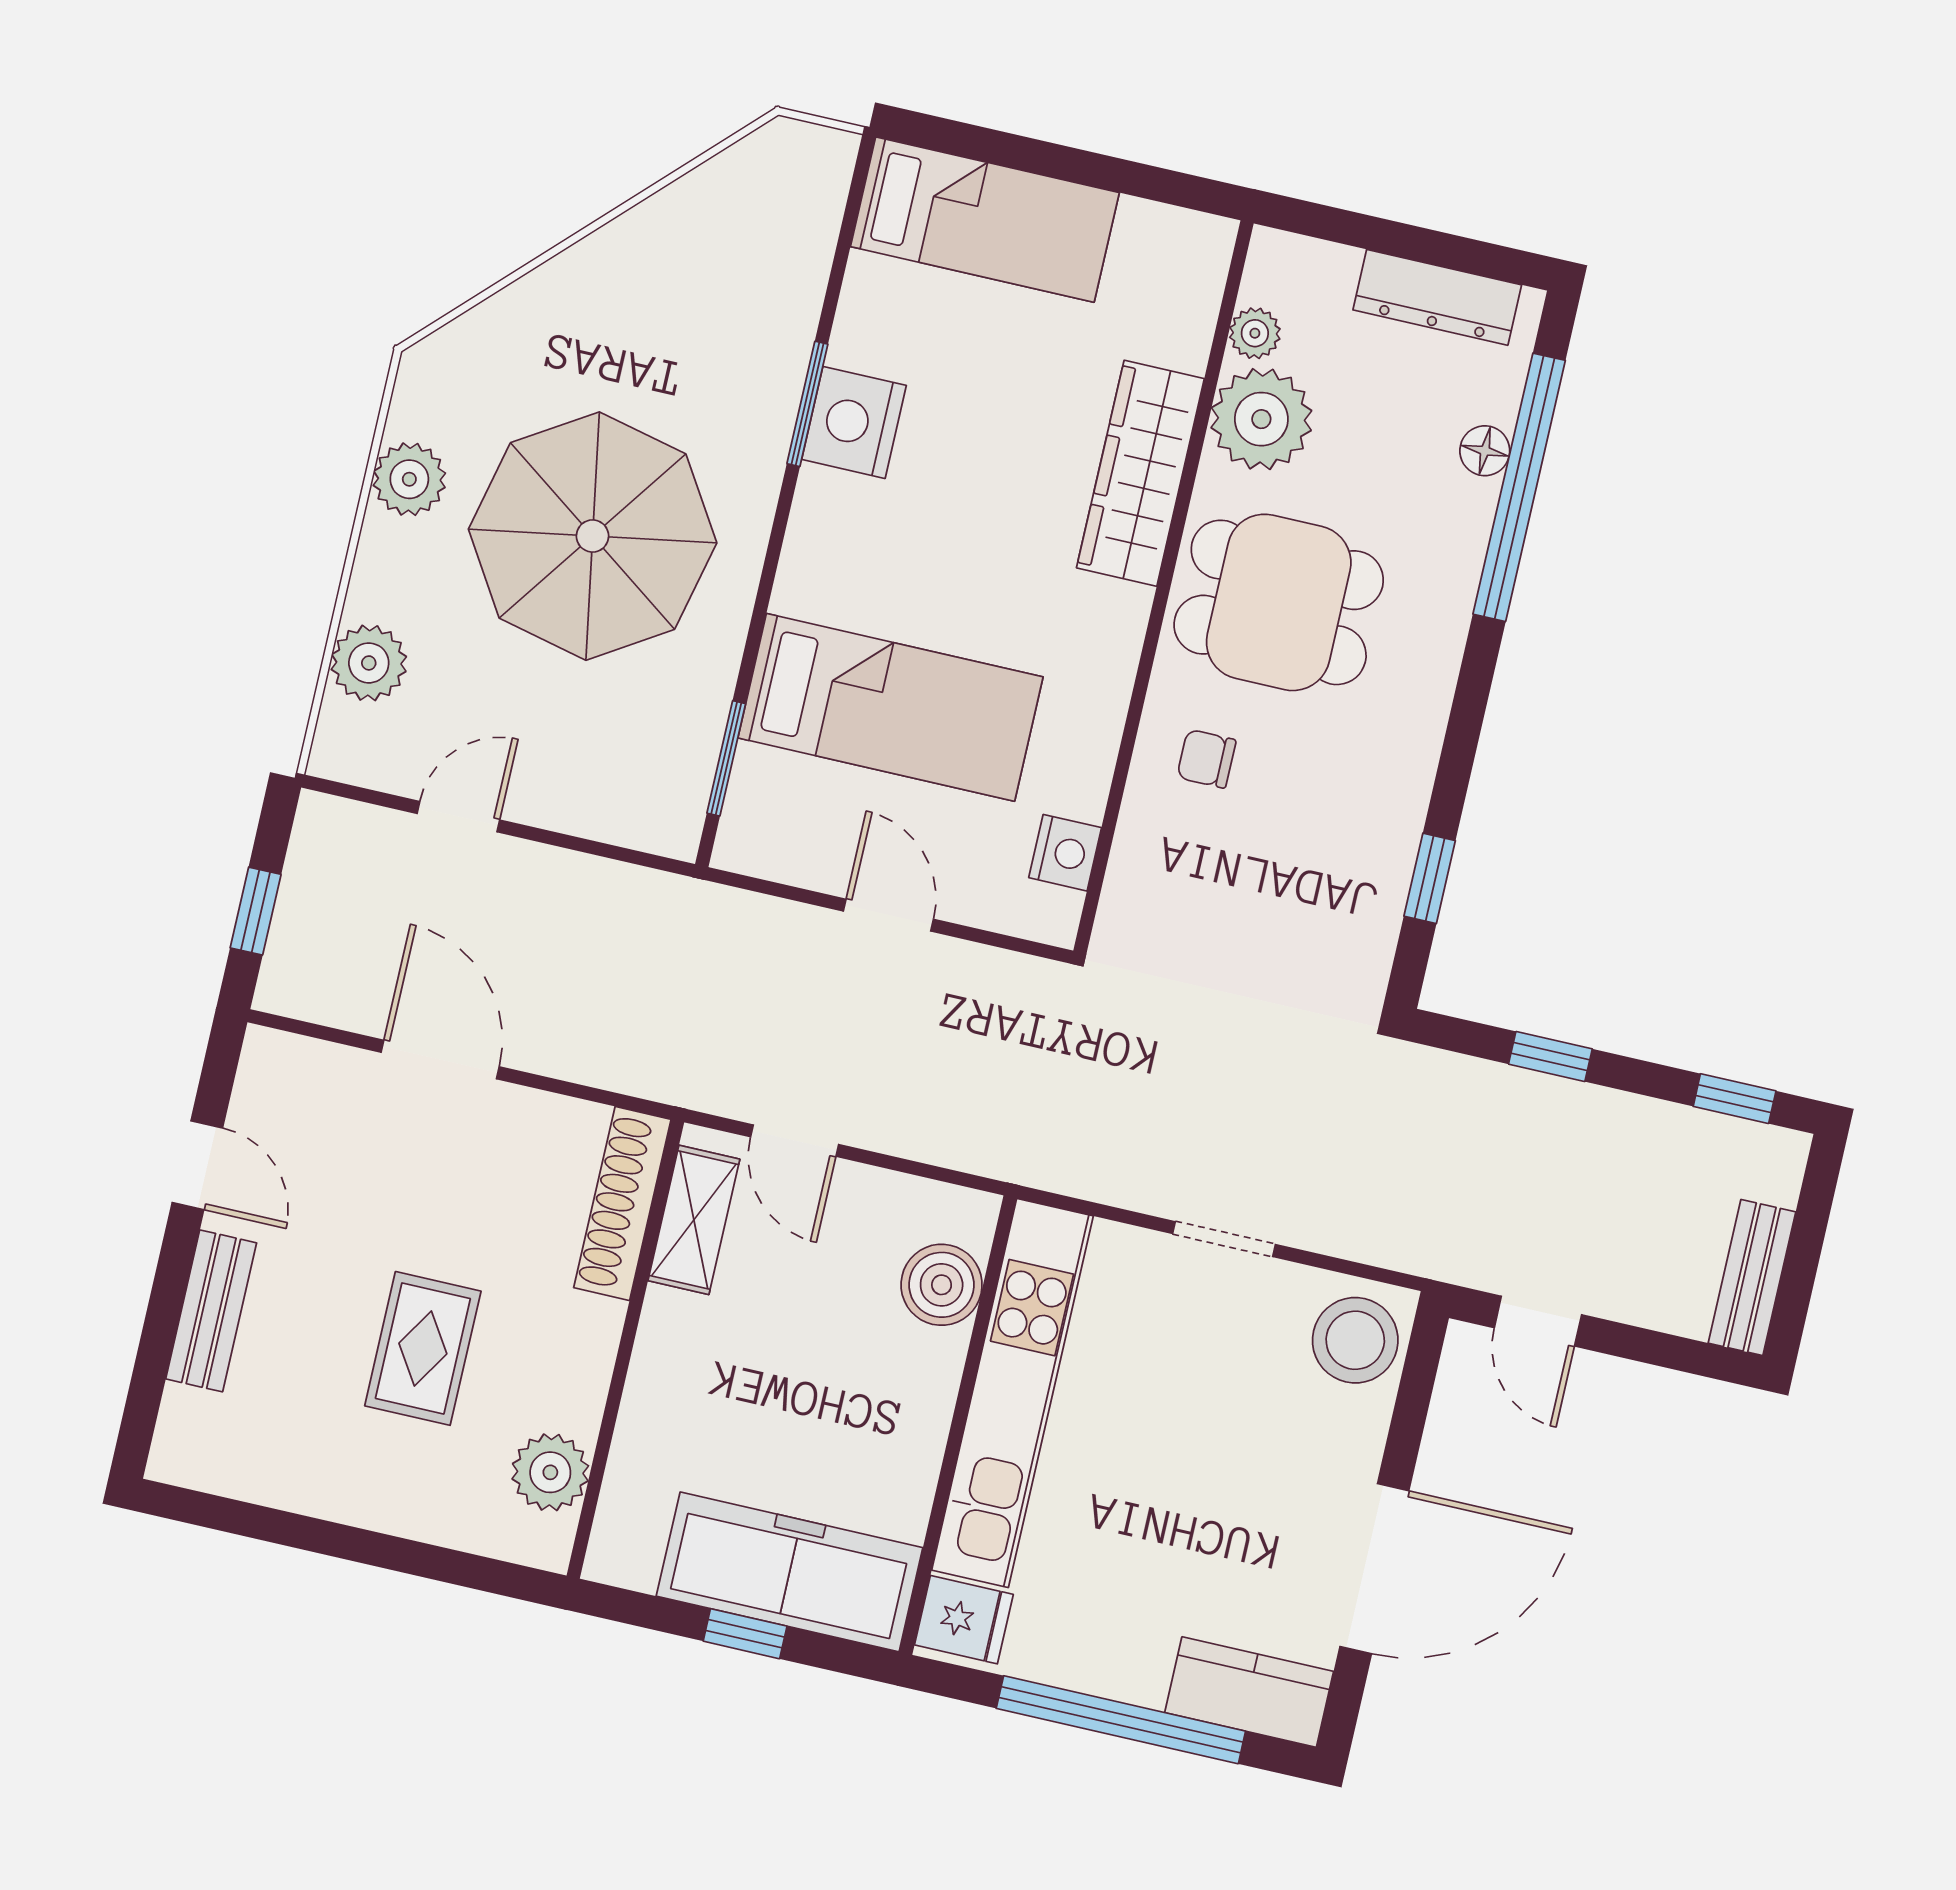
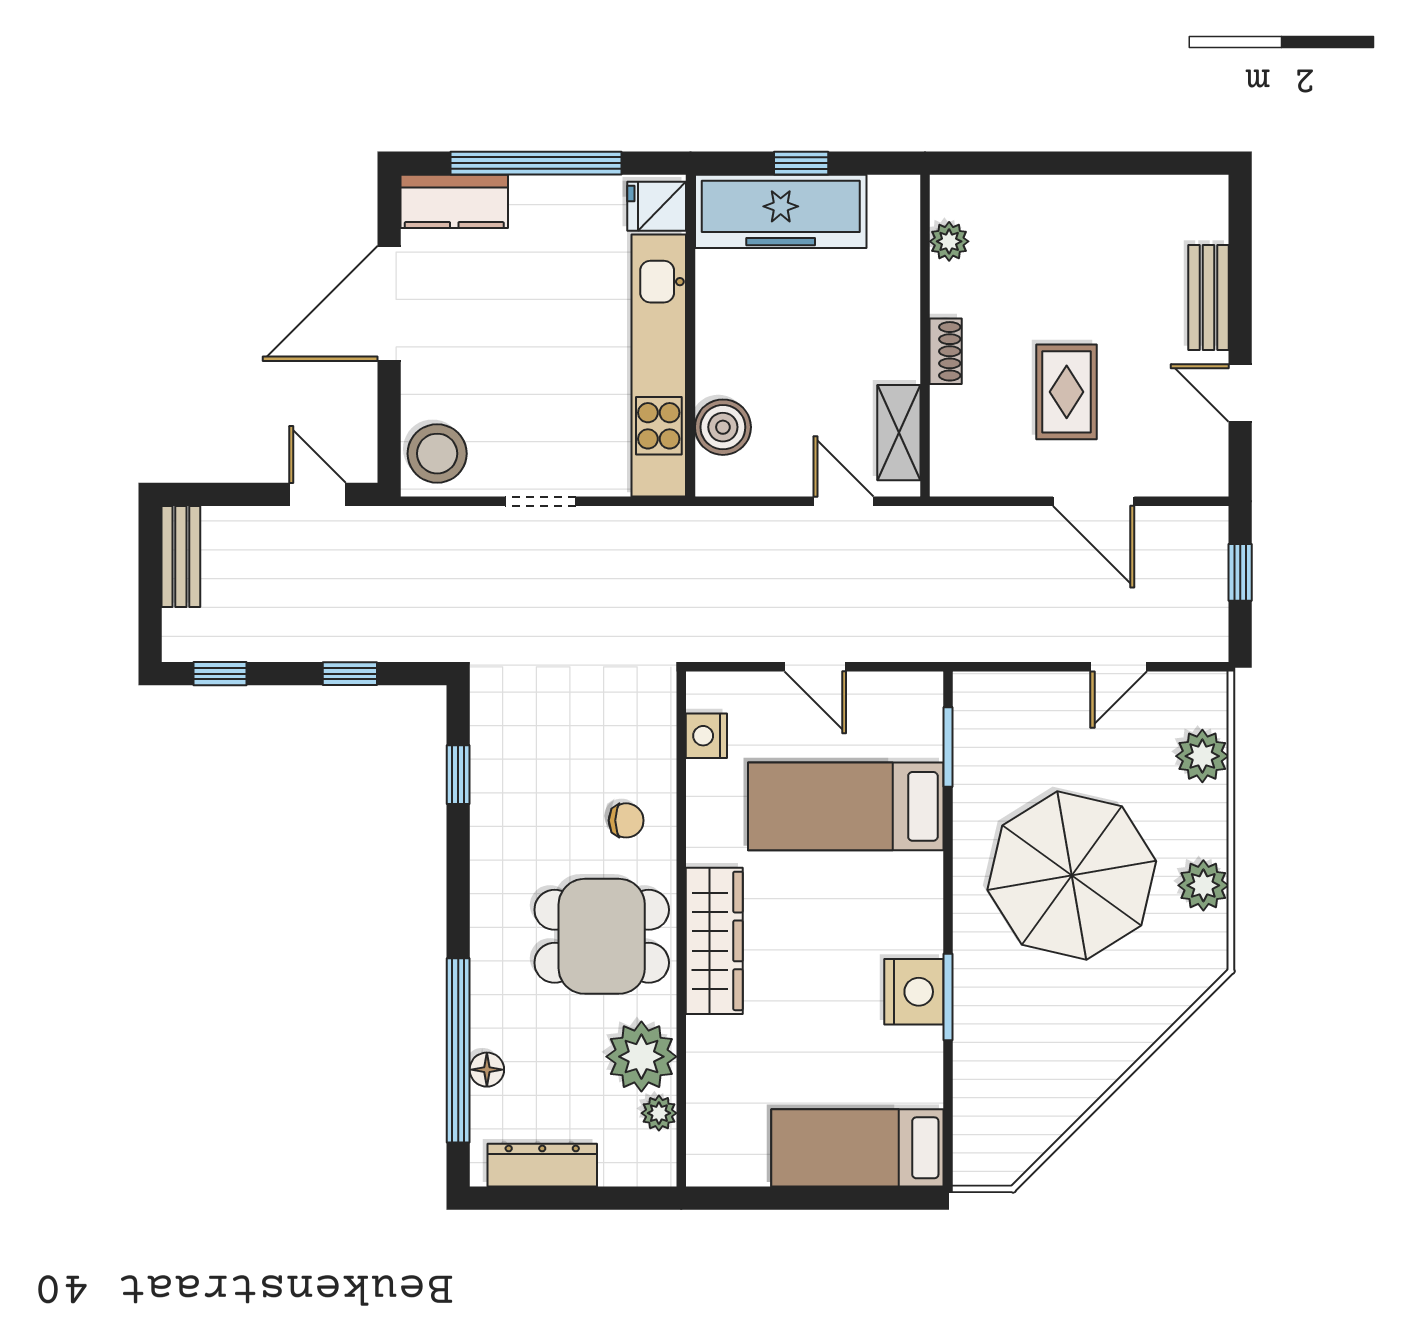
wardrobe: (1140, 473) -> (714, 941), moved
shoe rack: (622, 1203) -> (946, 351), moved, width x0.51, depth x0.81
rug: (423, 1348) -> (1067, 392), moved
plant: (550, 1472) -> (949, 241), width x0.73, depth x0.73

